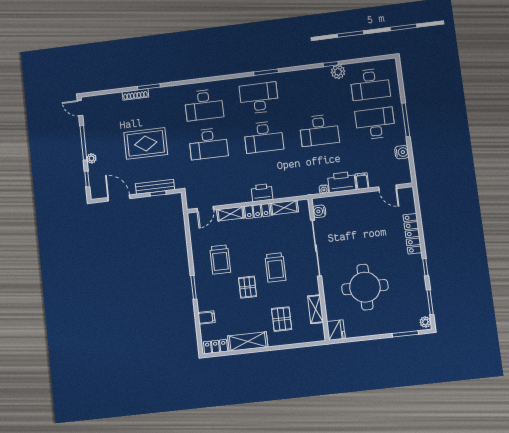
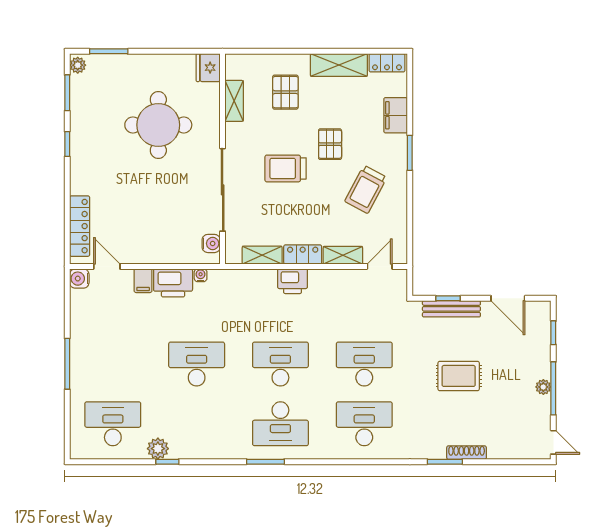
desk: (375, 123) -> (113, 364), removed
rug: (146, 143) -> (459, 376), width x0.73, depth x0.70
water cooler: (402, 152) -> (79, 279), moved
plant: (92, 158) -> (543, 387), moved
locker: (412, 234) -> (80, 226), moved
trolley: (220, 259) -> (366, 189), turned -152
trolley: (275, 267) -> (286, 168), turned -90
filing cabinet: (206, 318) -> (396, 115), width x2.00

